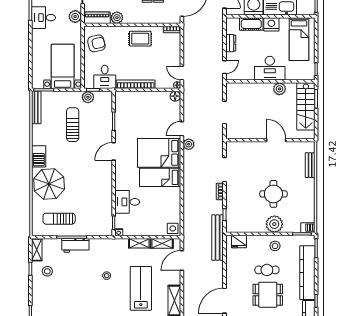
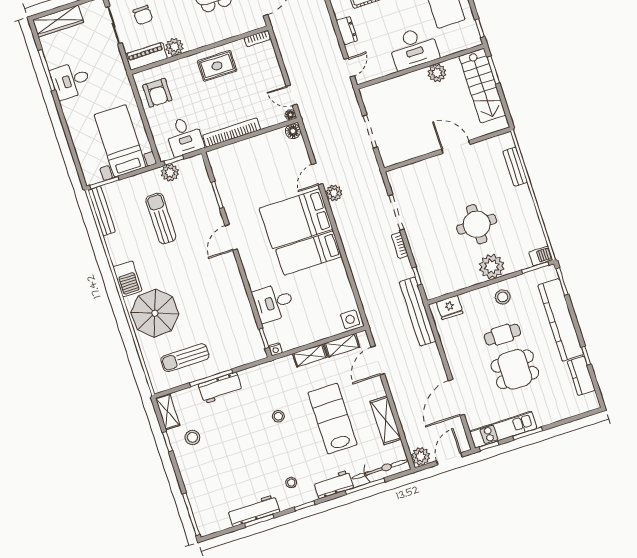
plant: (75, 17) -> (115, 65), removed
armchair: (96, 43) -> (157, 93), turned 103

